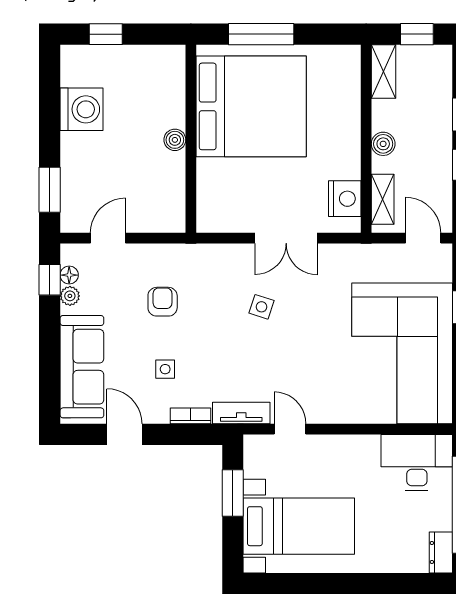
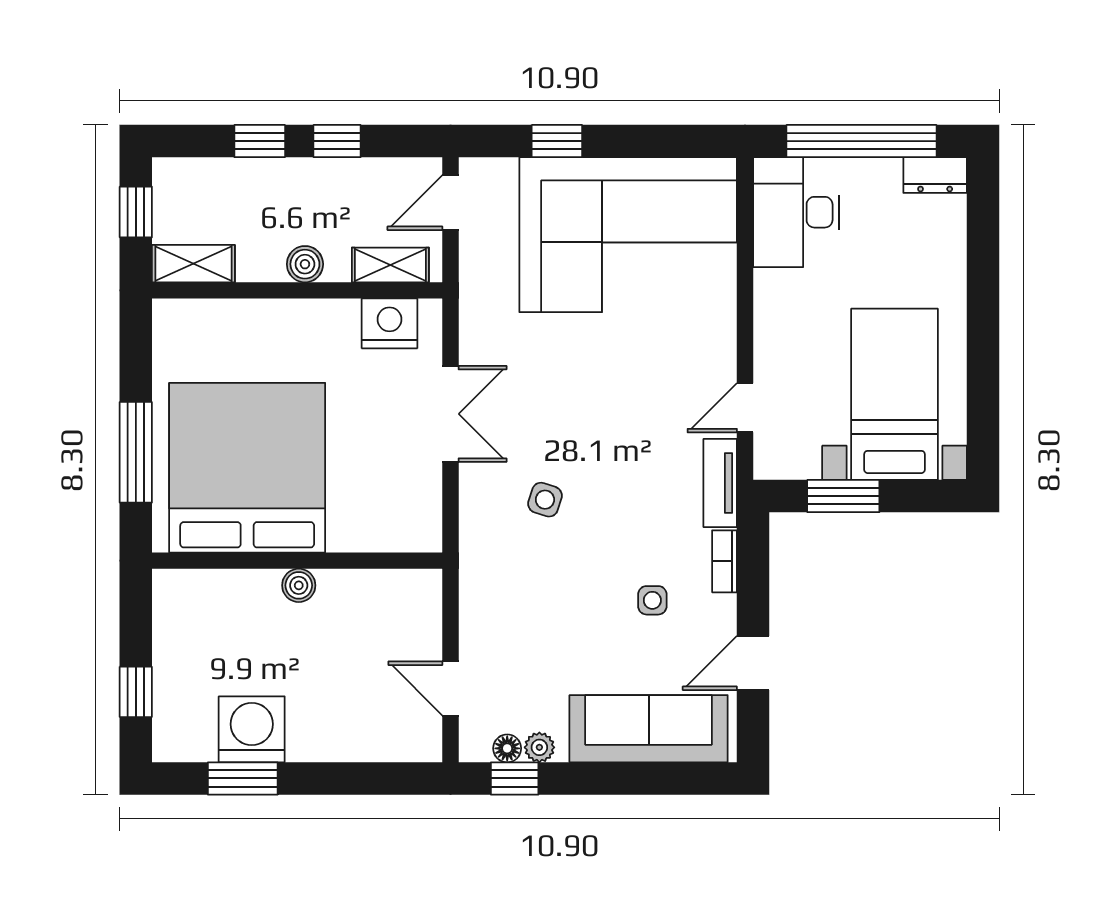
window: (50, 190) -> (243, 778), moved
armchair: (163, 302) -> (548, 604), removed
side table: (262, 307) -> (545, 500), moved

